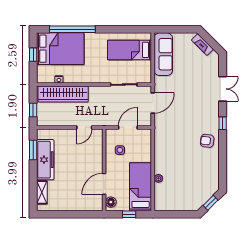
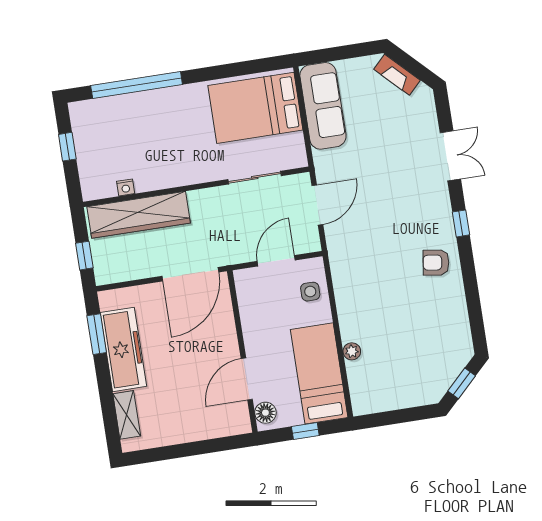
bed: (60, 49) -> (119, 127), removed
bed: (130, 50) -> (255, 108), width x1.50
door: (84, 127) -> (190, 274), width x1.87
side table: (120, 150) -> (310, 292), moved

